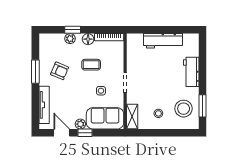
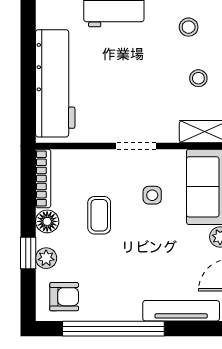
workbench: (163, 41) -> (55, 83), width x1.36, depth x1.32
armchair: (60, 71) -> (64, 297), moved, turned 67
window: (35, 72) -> (113, 329), width x2.11
stool: (184, 109) -> (189, 27), width x0.53, depth x0.53

